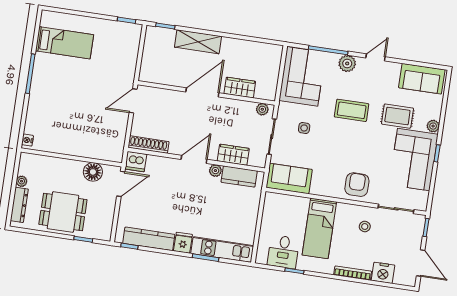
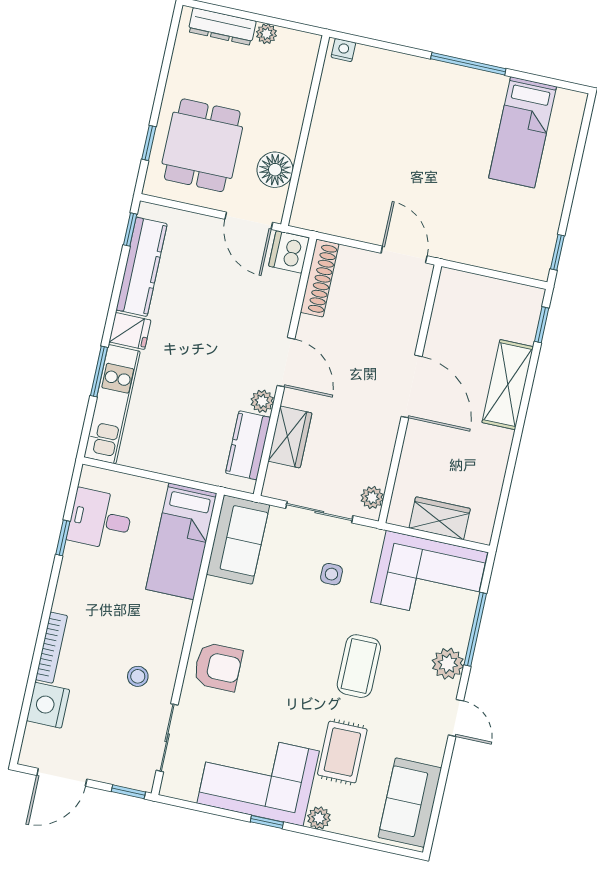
wardrobe: (240, 88) -> (440, 518), moved, turned -90
dining table: (63, 212) -> (202, 145), moved
bed: (319, 228) -> (181, 541), moved, turned -90

